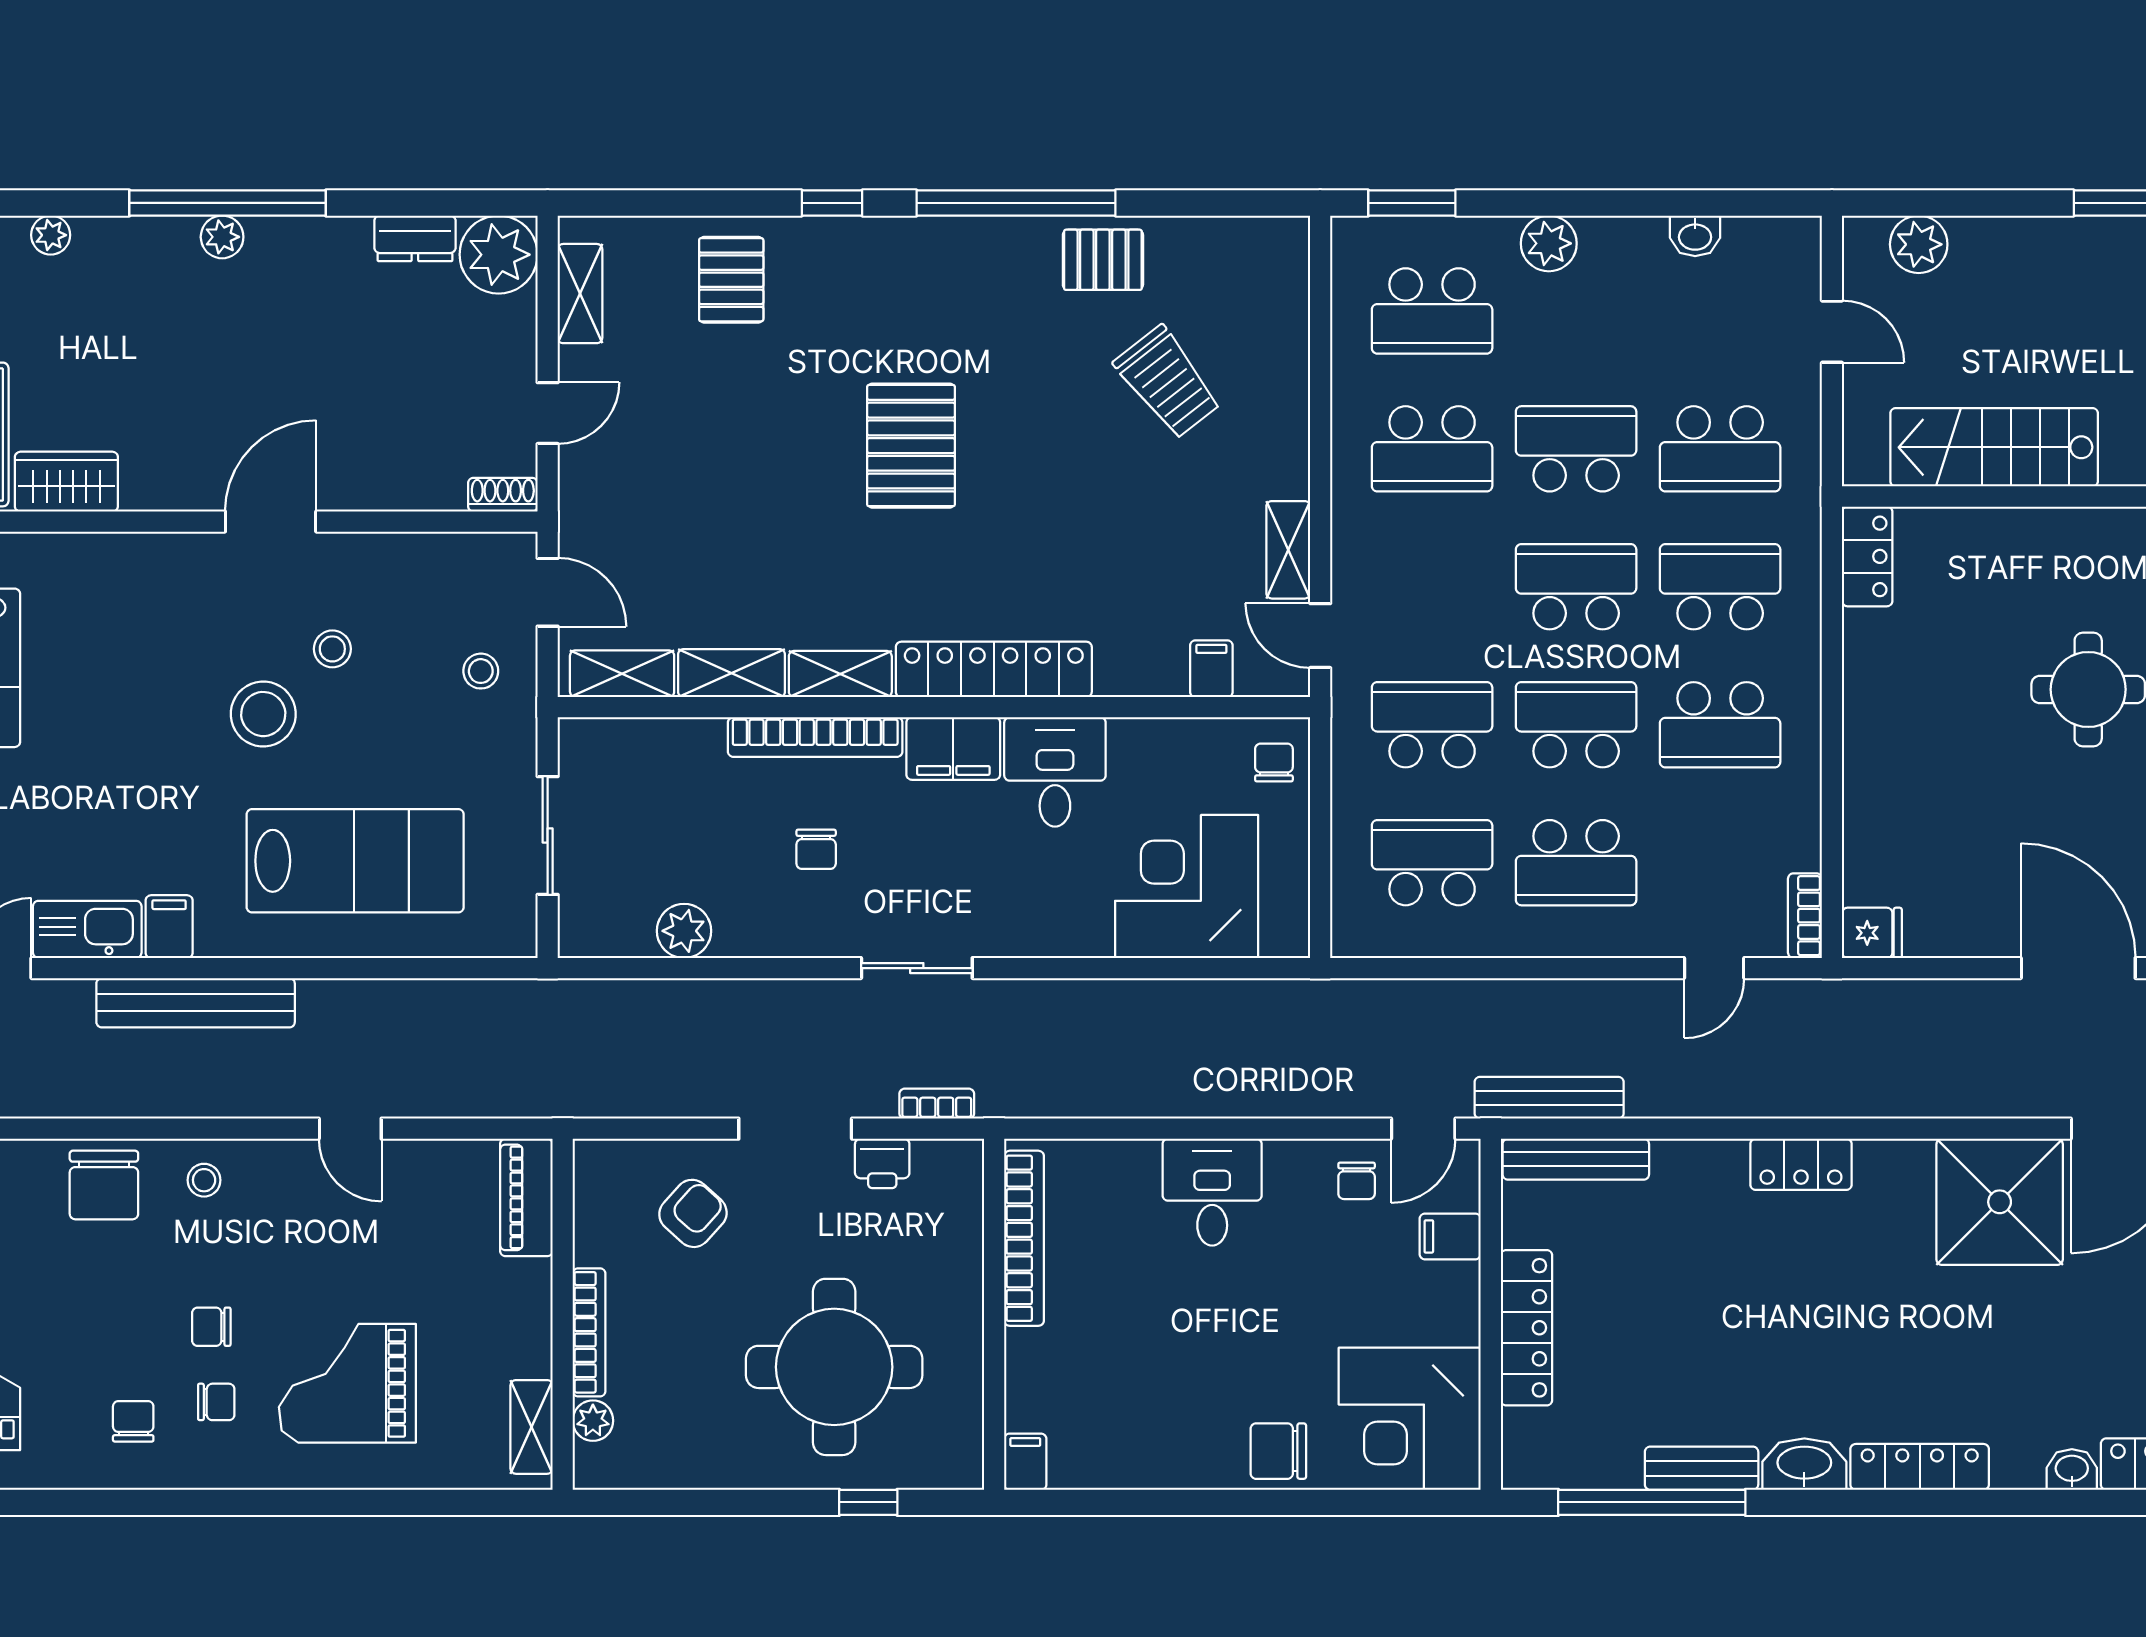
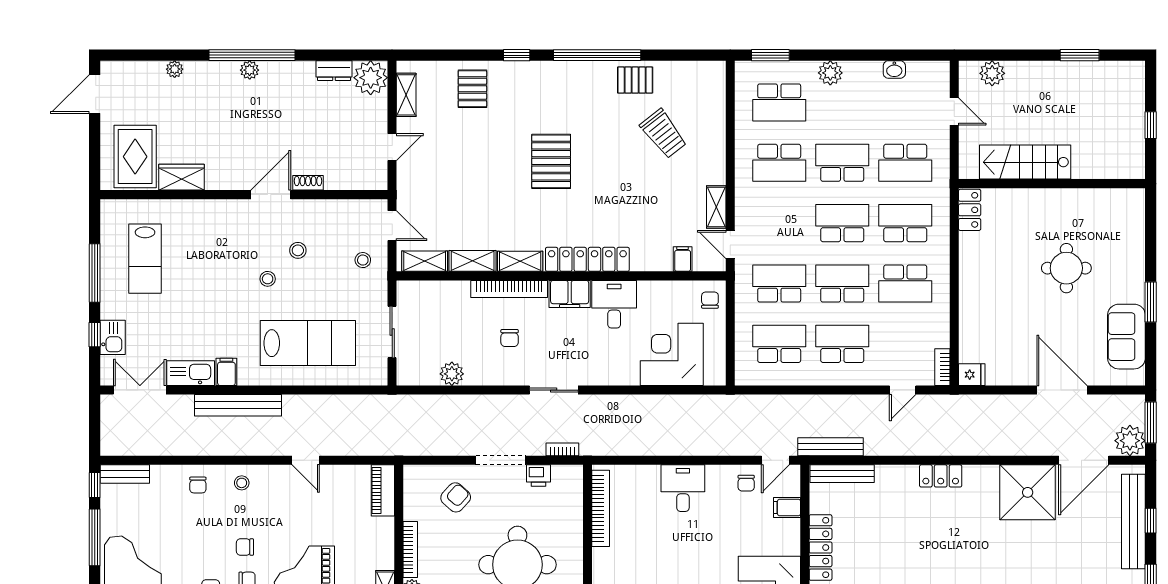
shoe rack: (503, 495) -> (308, 183), moved
stool: (263, 714) -> (268, 279), width x0.53, depth x0.53
school desk: (1576, 863) -> (842, 344), turned 180
chair: (104, 1185) -> (198, 485), width x0.54, depth x0.54

